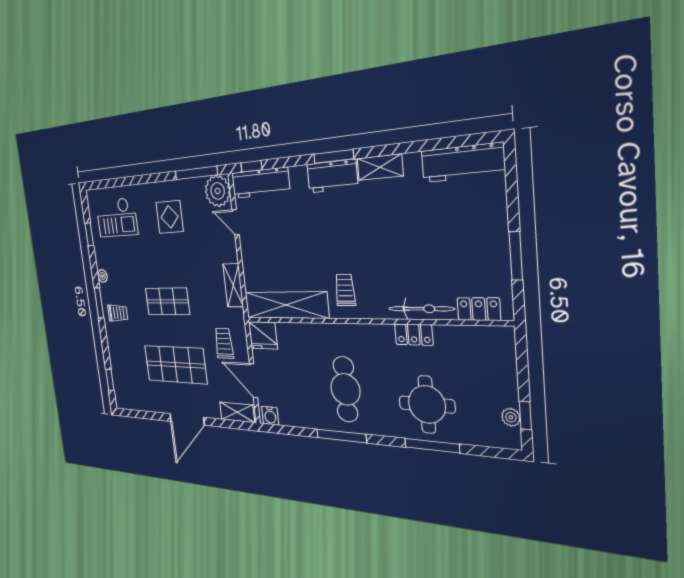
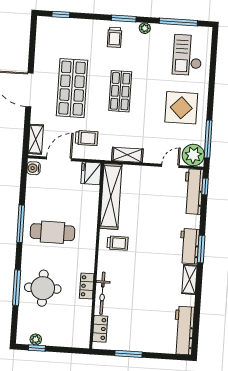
display table: (170, 217) -> (181, 108), width x1.36, depth x1.36
window: (89, 234) -> (178, 22), width x2.17

